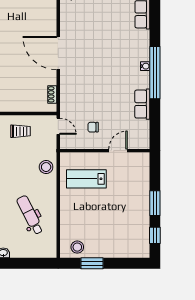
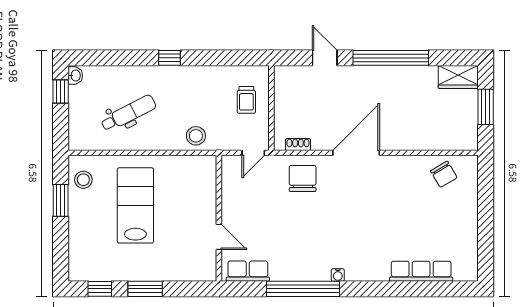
window: (155, 73) -> (303, 289), moved
row of seats: (142, 104) -> (248, 271), moved
chair: (93, 127) -> (303, 178), moved, width x1.87, depth x1.87
lab bench: (86, 179) -> (135, 205), moved, width x1.36, depth x1.39
window: (14, 263) -> (61, 91), added

